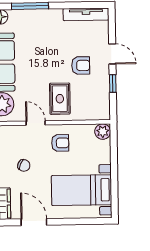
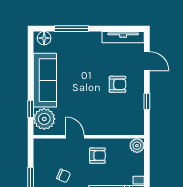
door: (112, 54) -> (147, 61), moved
rug: (60, 99) -> (98, 115), removed

